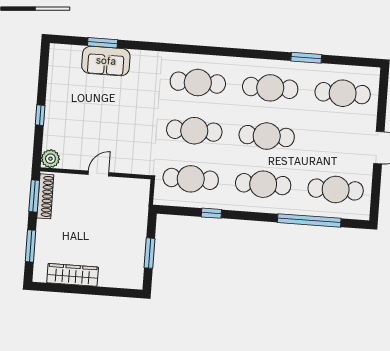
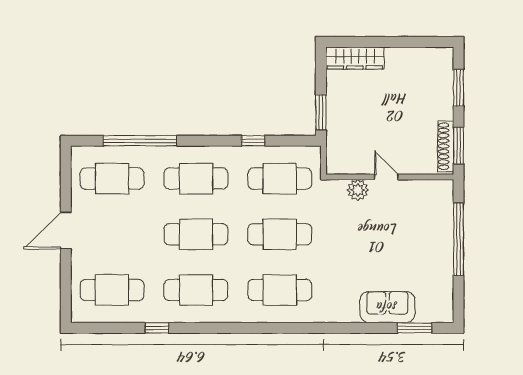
window: (103, 43) -> (414, 328), moved
window: (306, 58) -> (157, 328), width x0.67
window: (40, 115) -> (459, 239), width x3.17
plant: (50, 159) -> (358, 190), moved
door: (99, 173) -> (386, 177), swing flipped
window: (150, 253) -> (321, 112), moved
wardrobe: (73, 275) -> (355, 58), moved

